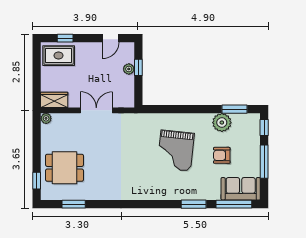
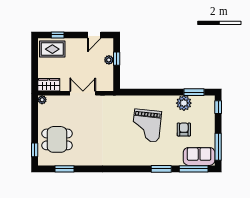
armchair: (222, 155) -> (184, 129), turned 90
window: (264, 162) -> (218, 147), moved

